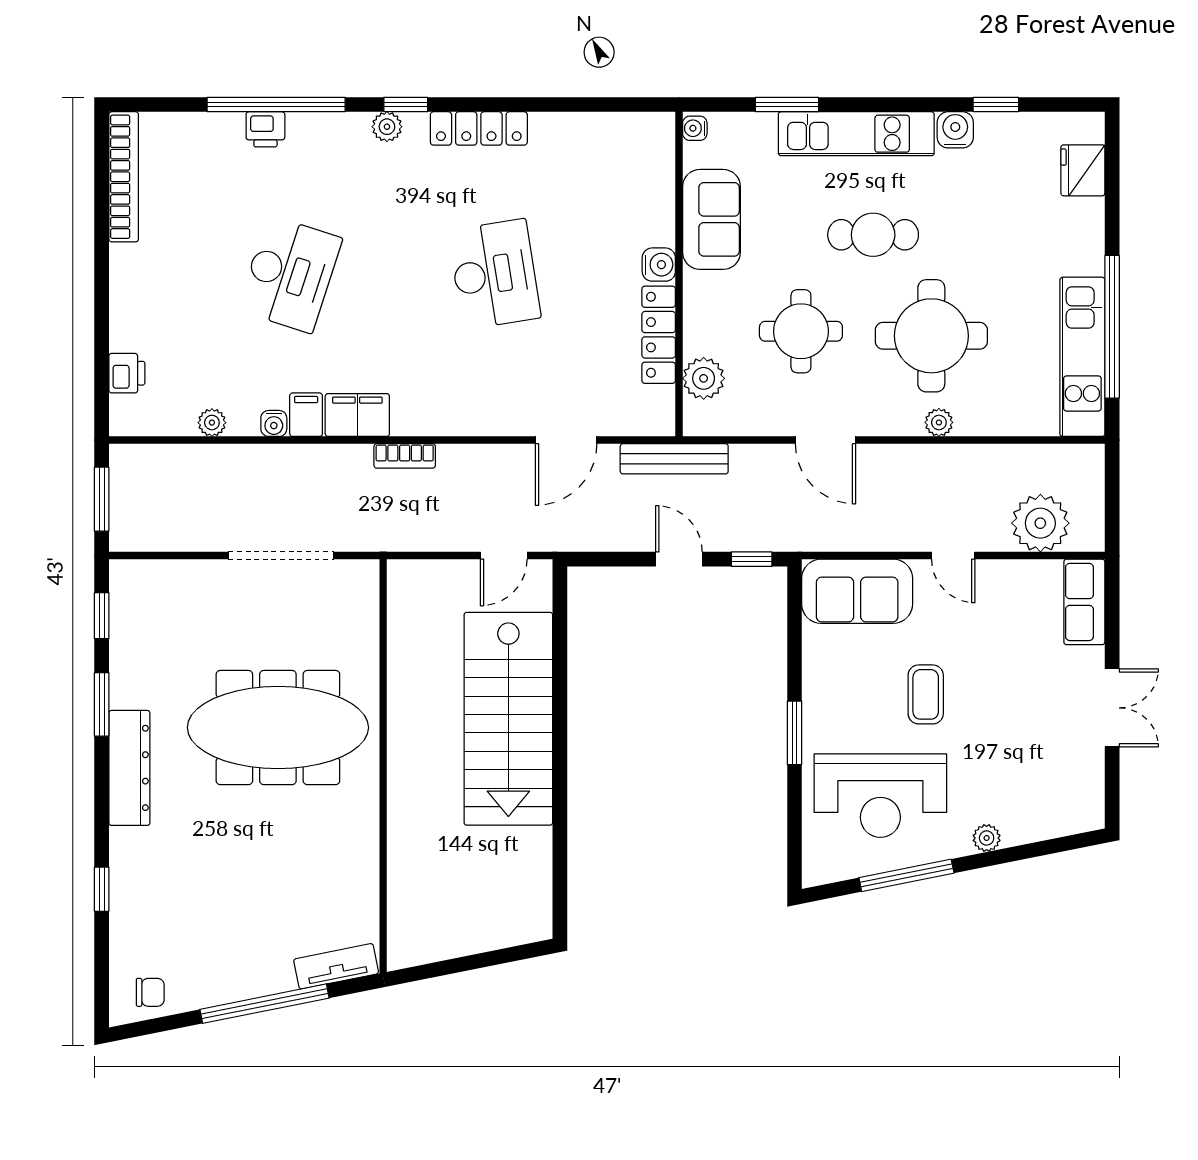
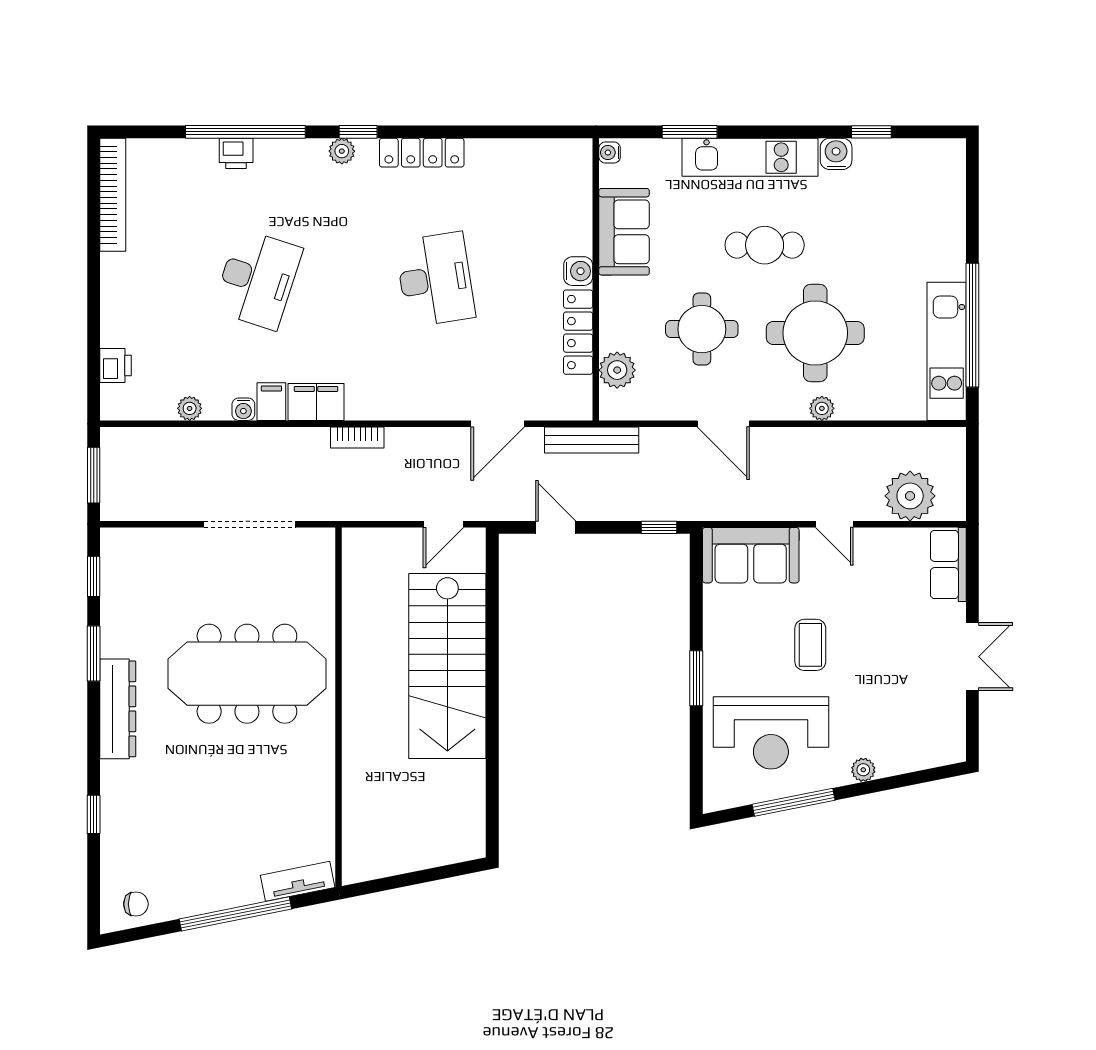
fridge: (1083, 170) -> (947, 189), removed
door: (679, 559) -> (556, 527), moved

